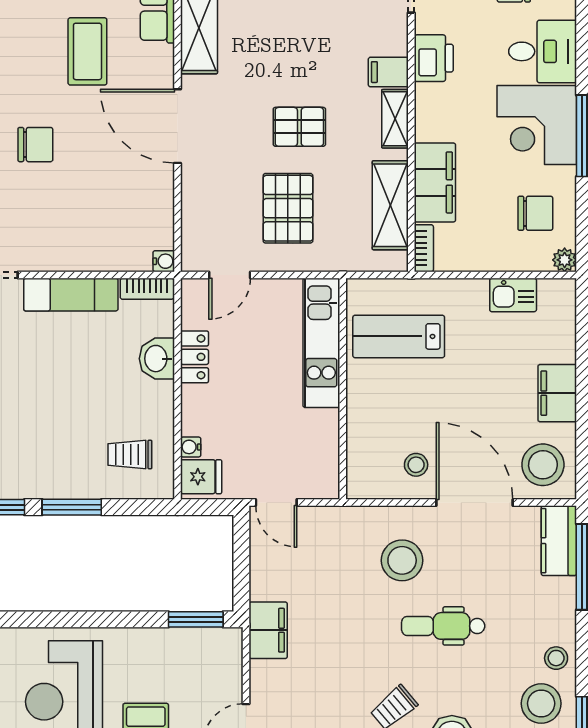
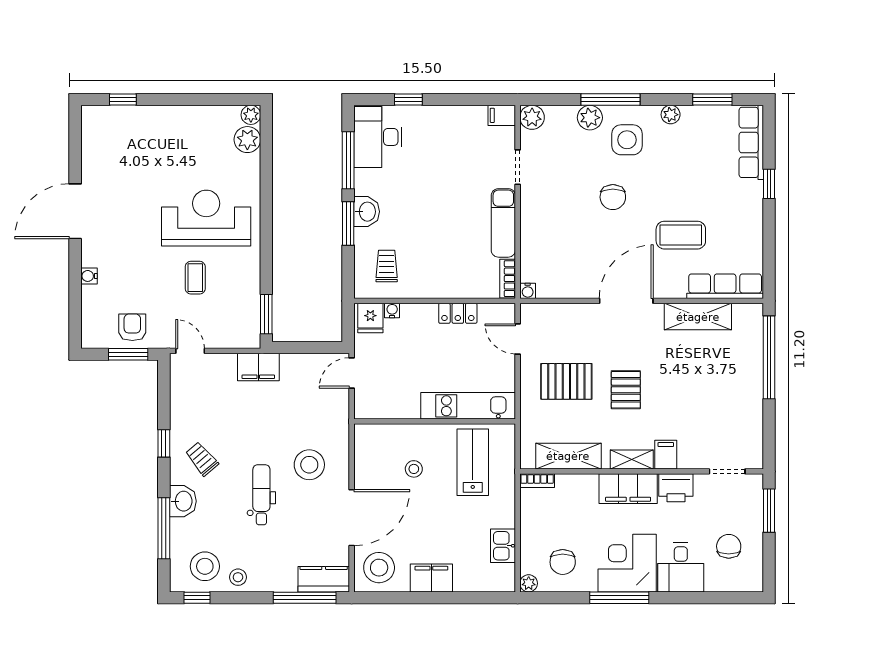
filing cabinet: (435, 182) -> (628, 489), moved
washbasin: (157, 359) -> (367, 212), moved, turned 90
stool: (416, 465) -> (414, 469), moved

